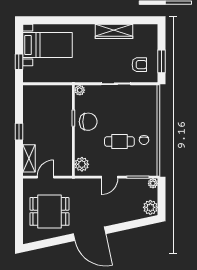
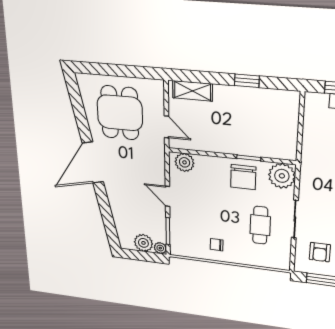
plant: (80, 90) -> (282, 176), width x1.88, depth x1.88
window: (19, 132) -> (247, 81), moved
cafe table: (119, 141) -> (260, 225), moved
door: (46, 177) -> (167, 127), moved
plant: (150, 207) -> (143, 243), moved

